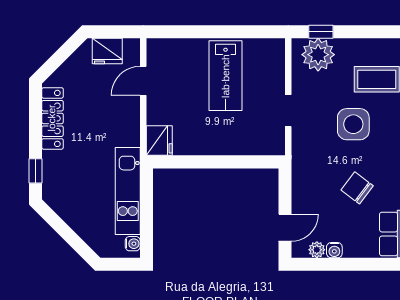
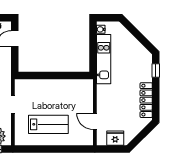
lab bench: (226, 76) -> (48, 124), turned 90
door: (143, 81) -> (95, 121), swing flipped
fridge: (159, 141) -> (86, 88), removed

